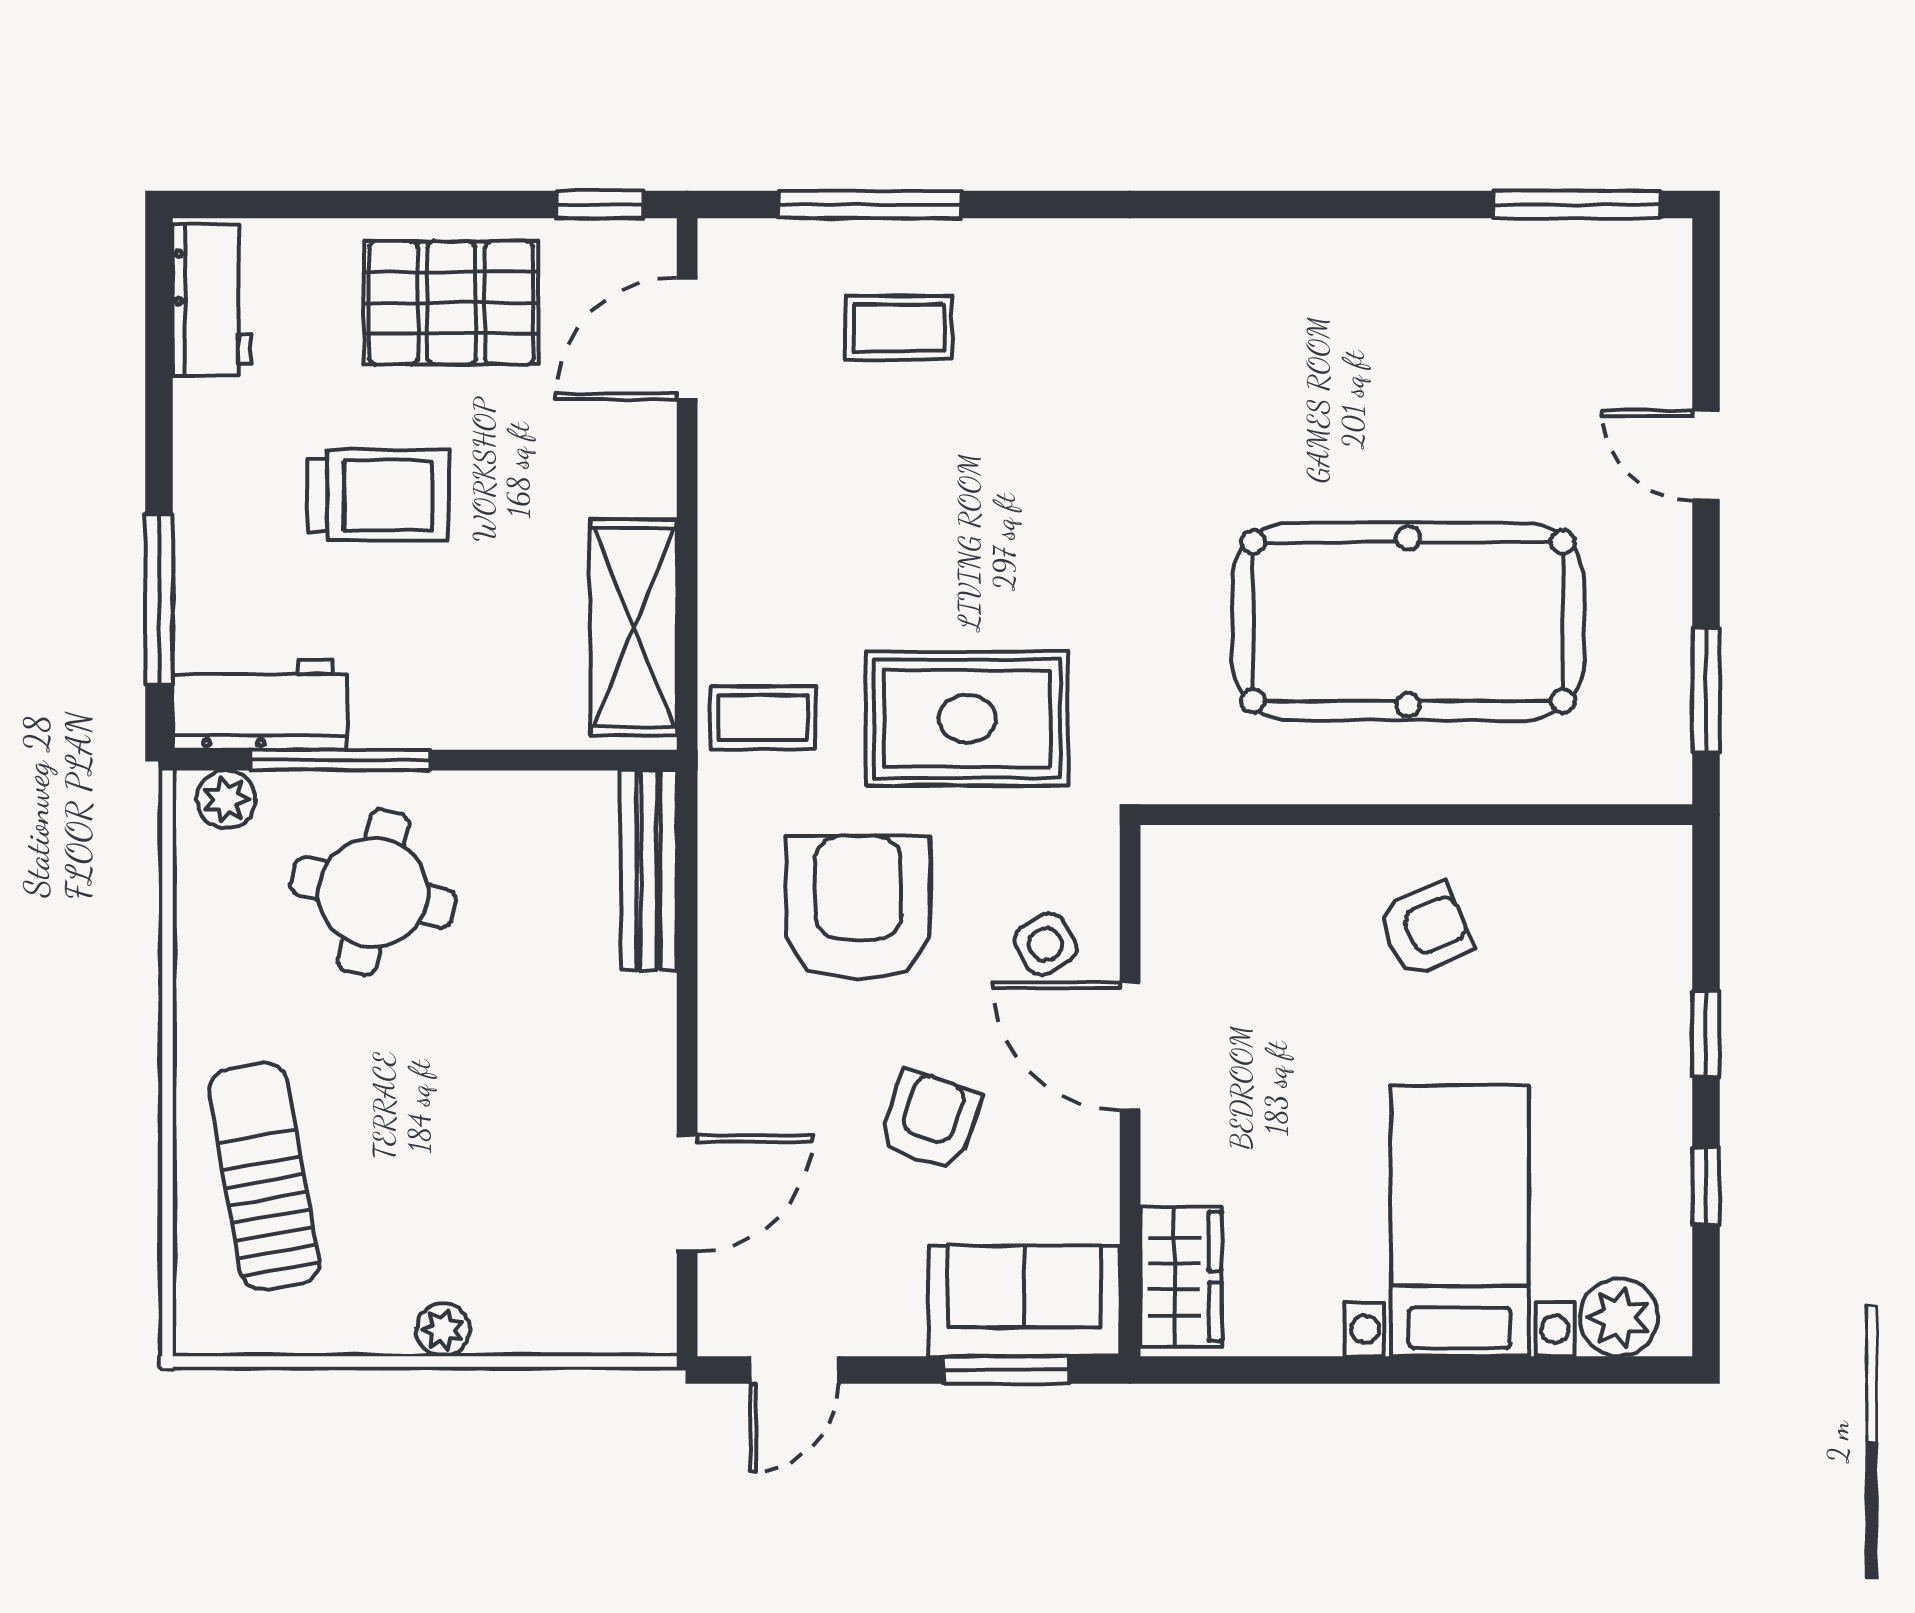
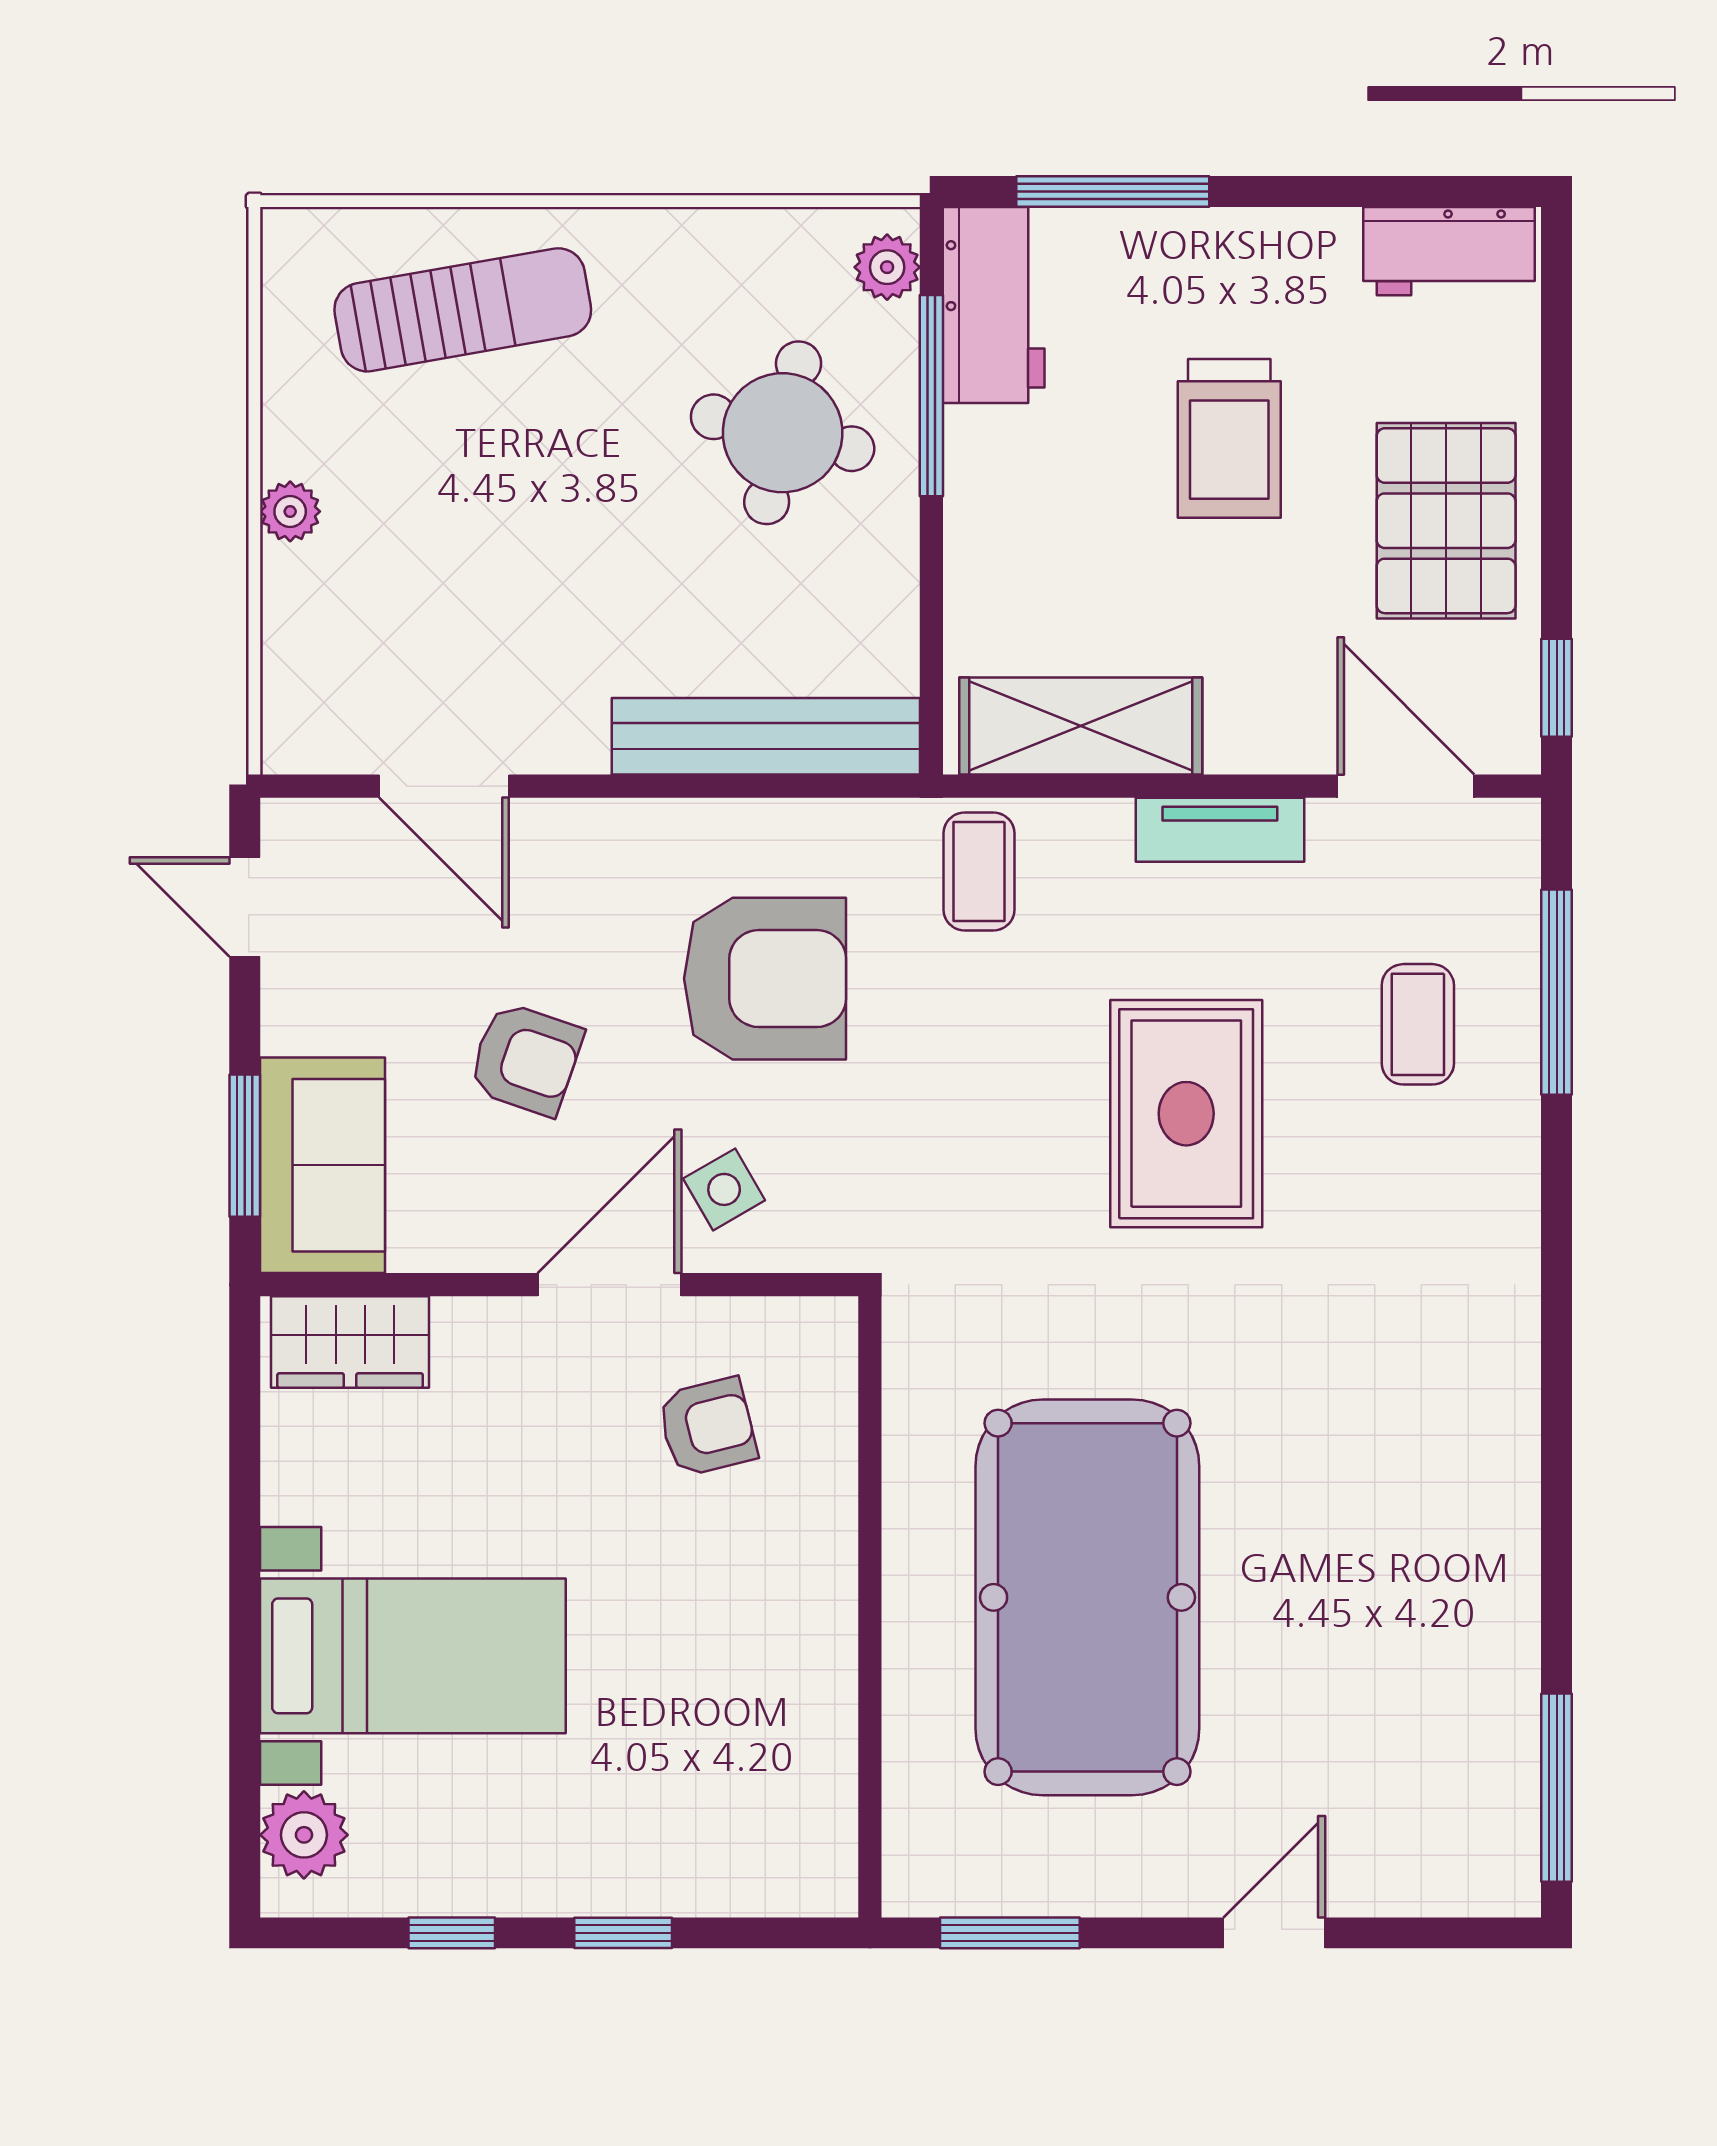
tv unit: (726, 504) -> (1220, 830), added
rug: (967, 719) -> (1186, 1114), moved
bench: (649, 870) -> (766, 736), width x1.37, depth x1.21
armchair: (1425, 929) -> (707, 1427), moved, turned -80

